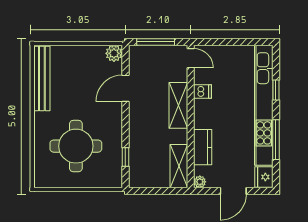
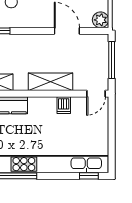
window: (276, 90) -> (89, 176), moved

